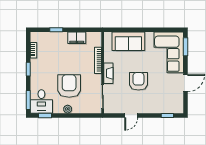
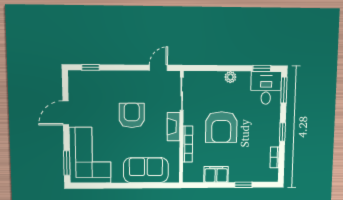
armchair: (138, 81) -> (132, 115), turned 180
armchair: (69, 86) -> (221, 127), moved
door: (131, 115) -> (158, 68), moved

